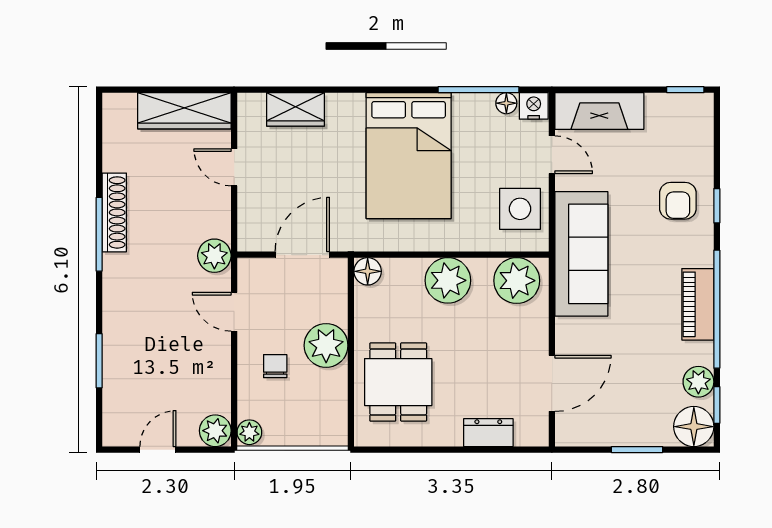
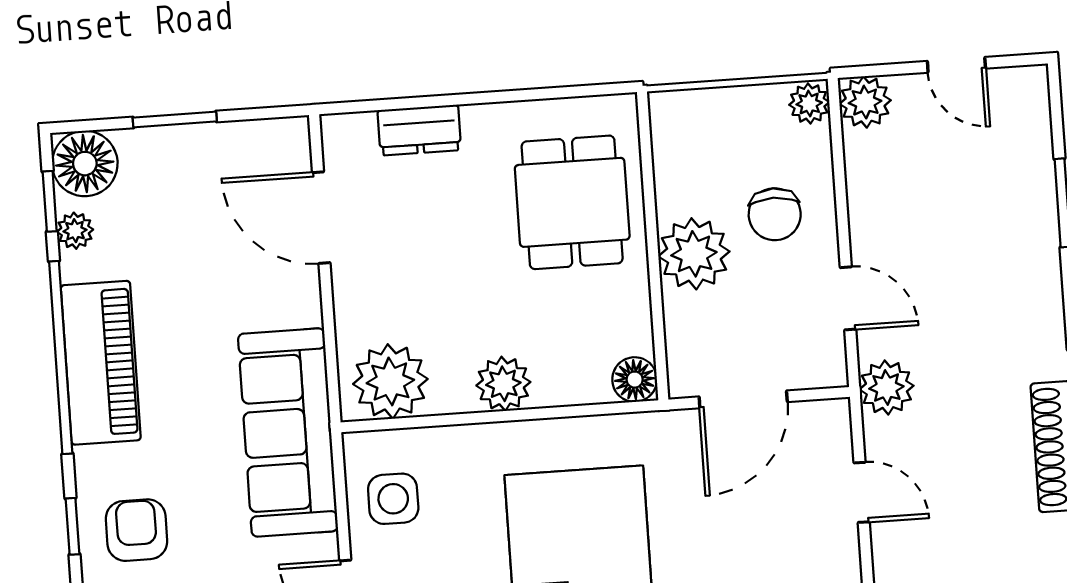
door: (234, 167) -> (862, 492), moved
side table: (520, 209) -> (393, 499), width x0.73, depth x0.73
plant: (448, 280) -> (503, 384), width x0.73, depth x0.73
piano: (698, 304) -> (101, 363), width x1.37, depth x1.33
chair: (275, 366) -> (775, 214), width x1.37, depth x1.37
plant: (698, 382) -> (75, 231), width x0.73, depth x0.73
door: (552, 383) -> (321, 218), hinge flipped
door: (158, 450) -> (956, 65), hinge flipped

